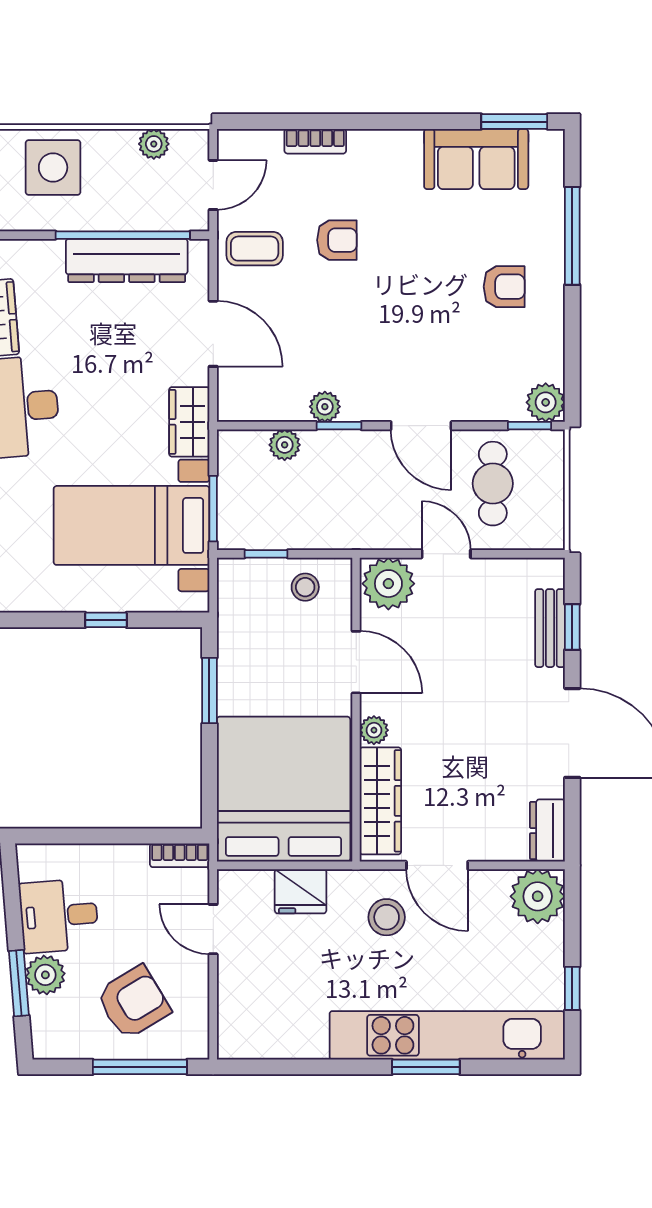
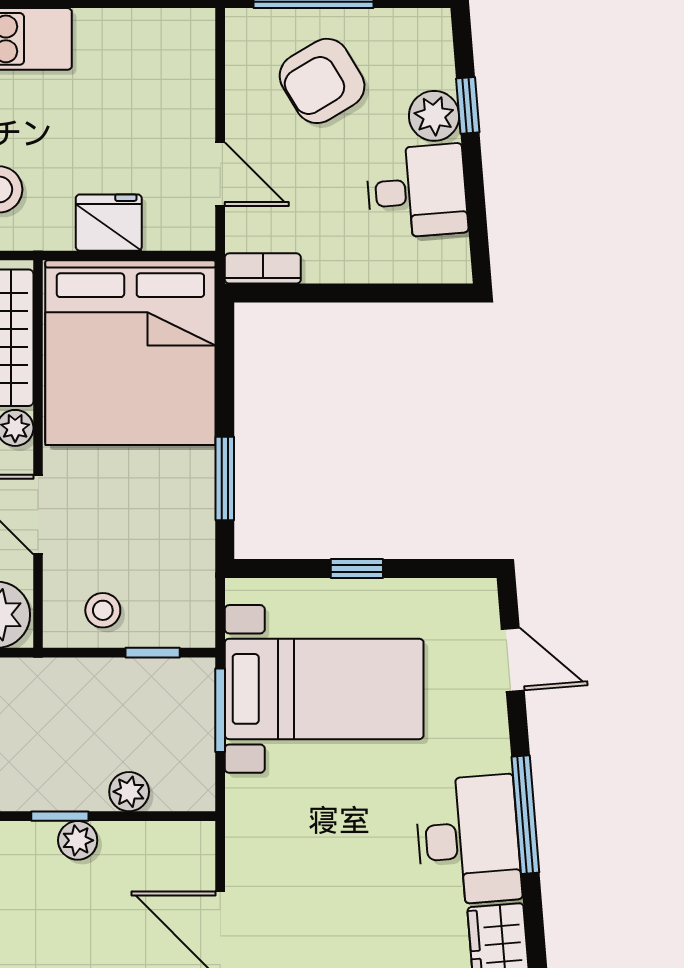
wardrobe: (189, 422) -> (251, 821), removed
window: (19, 983) -> (468, 105), width x0.67

